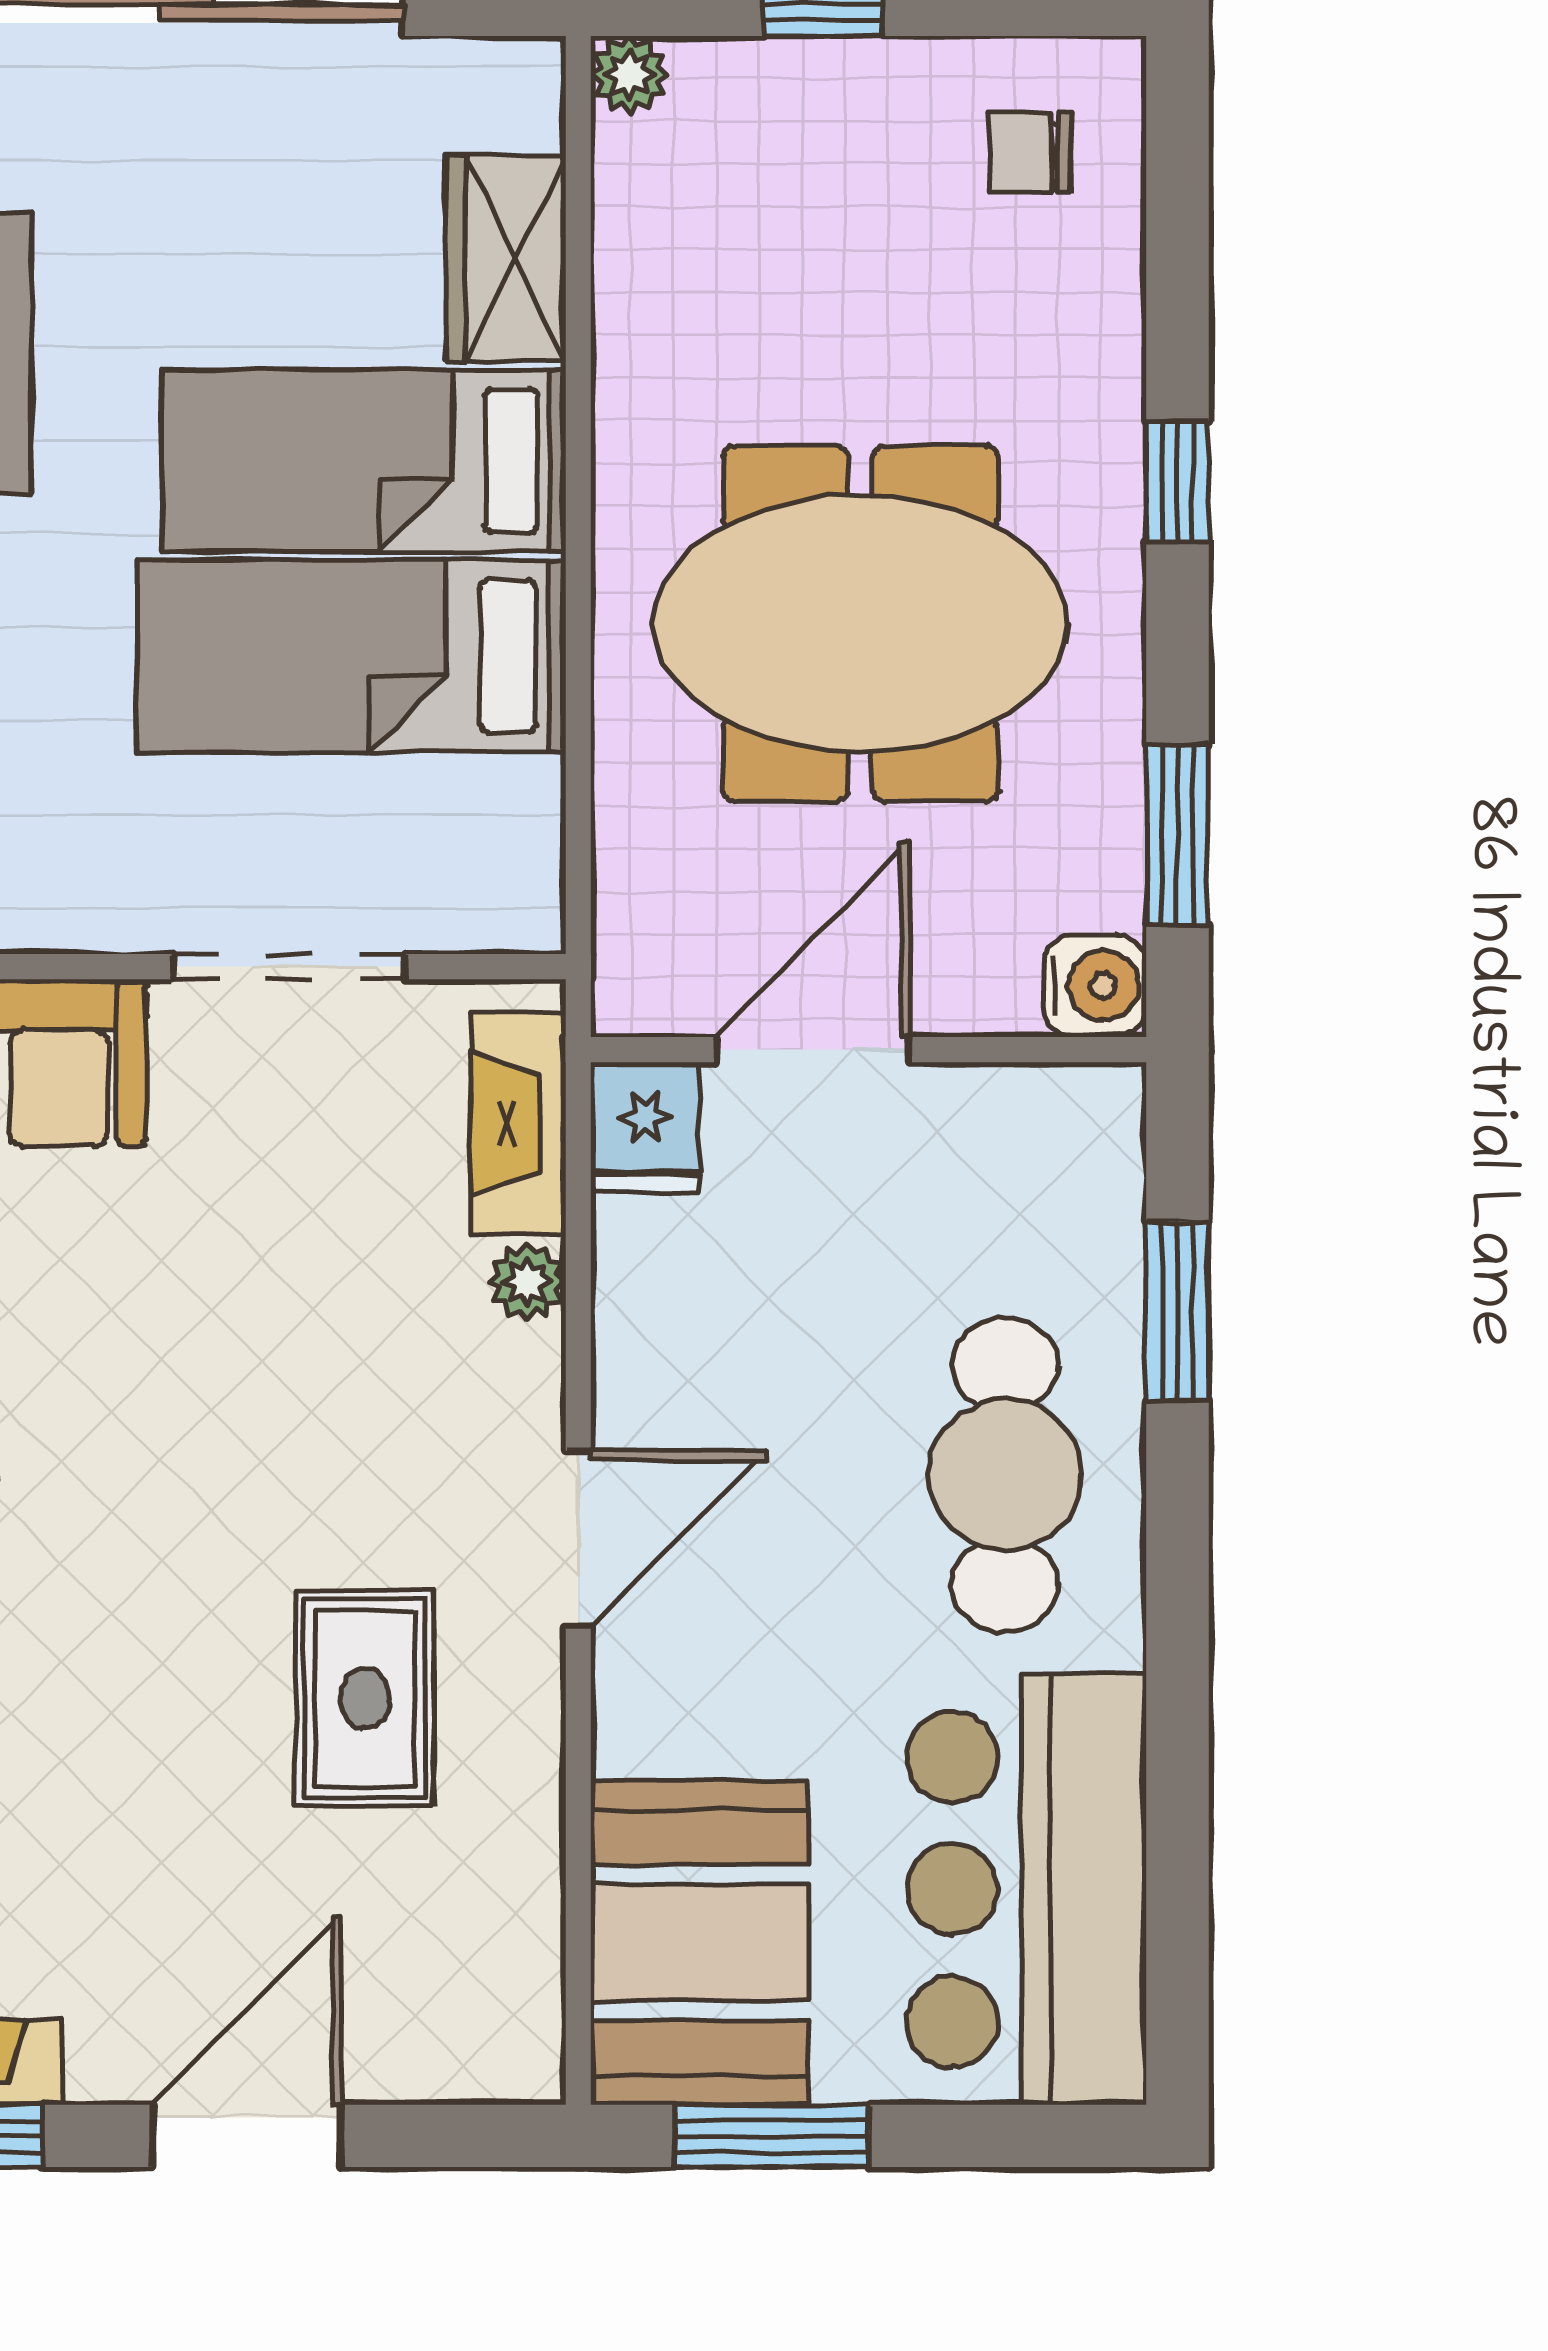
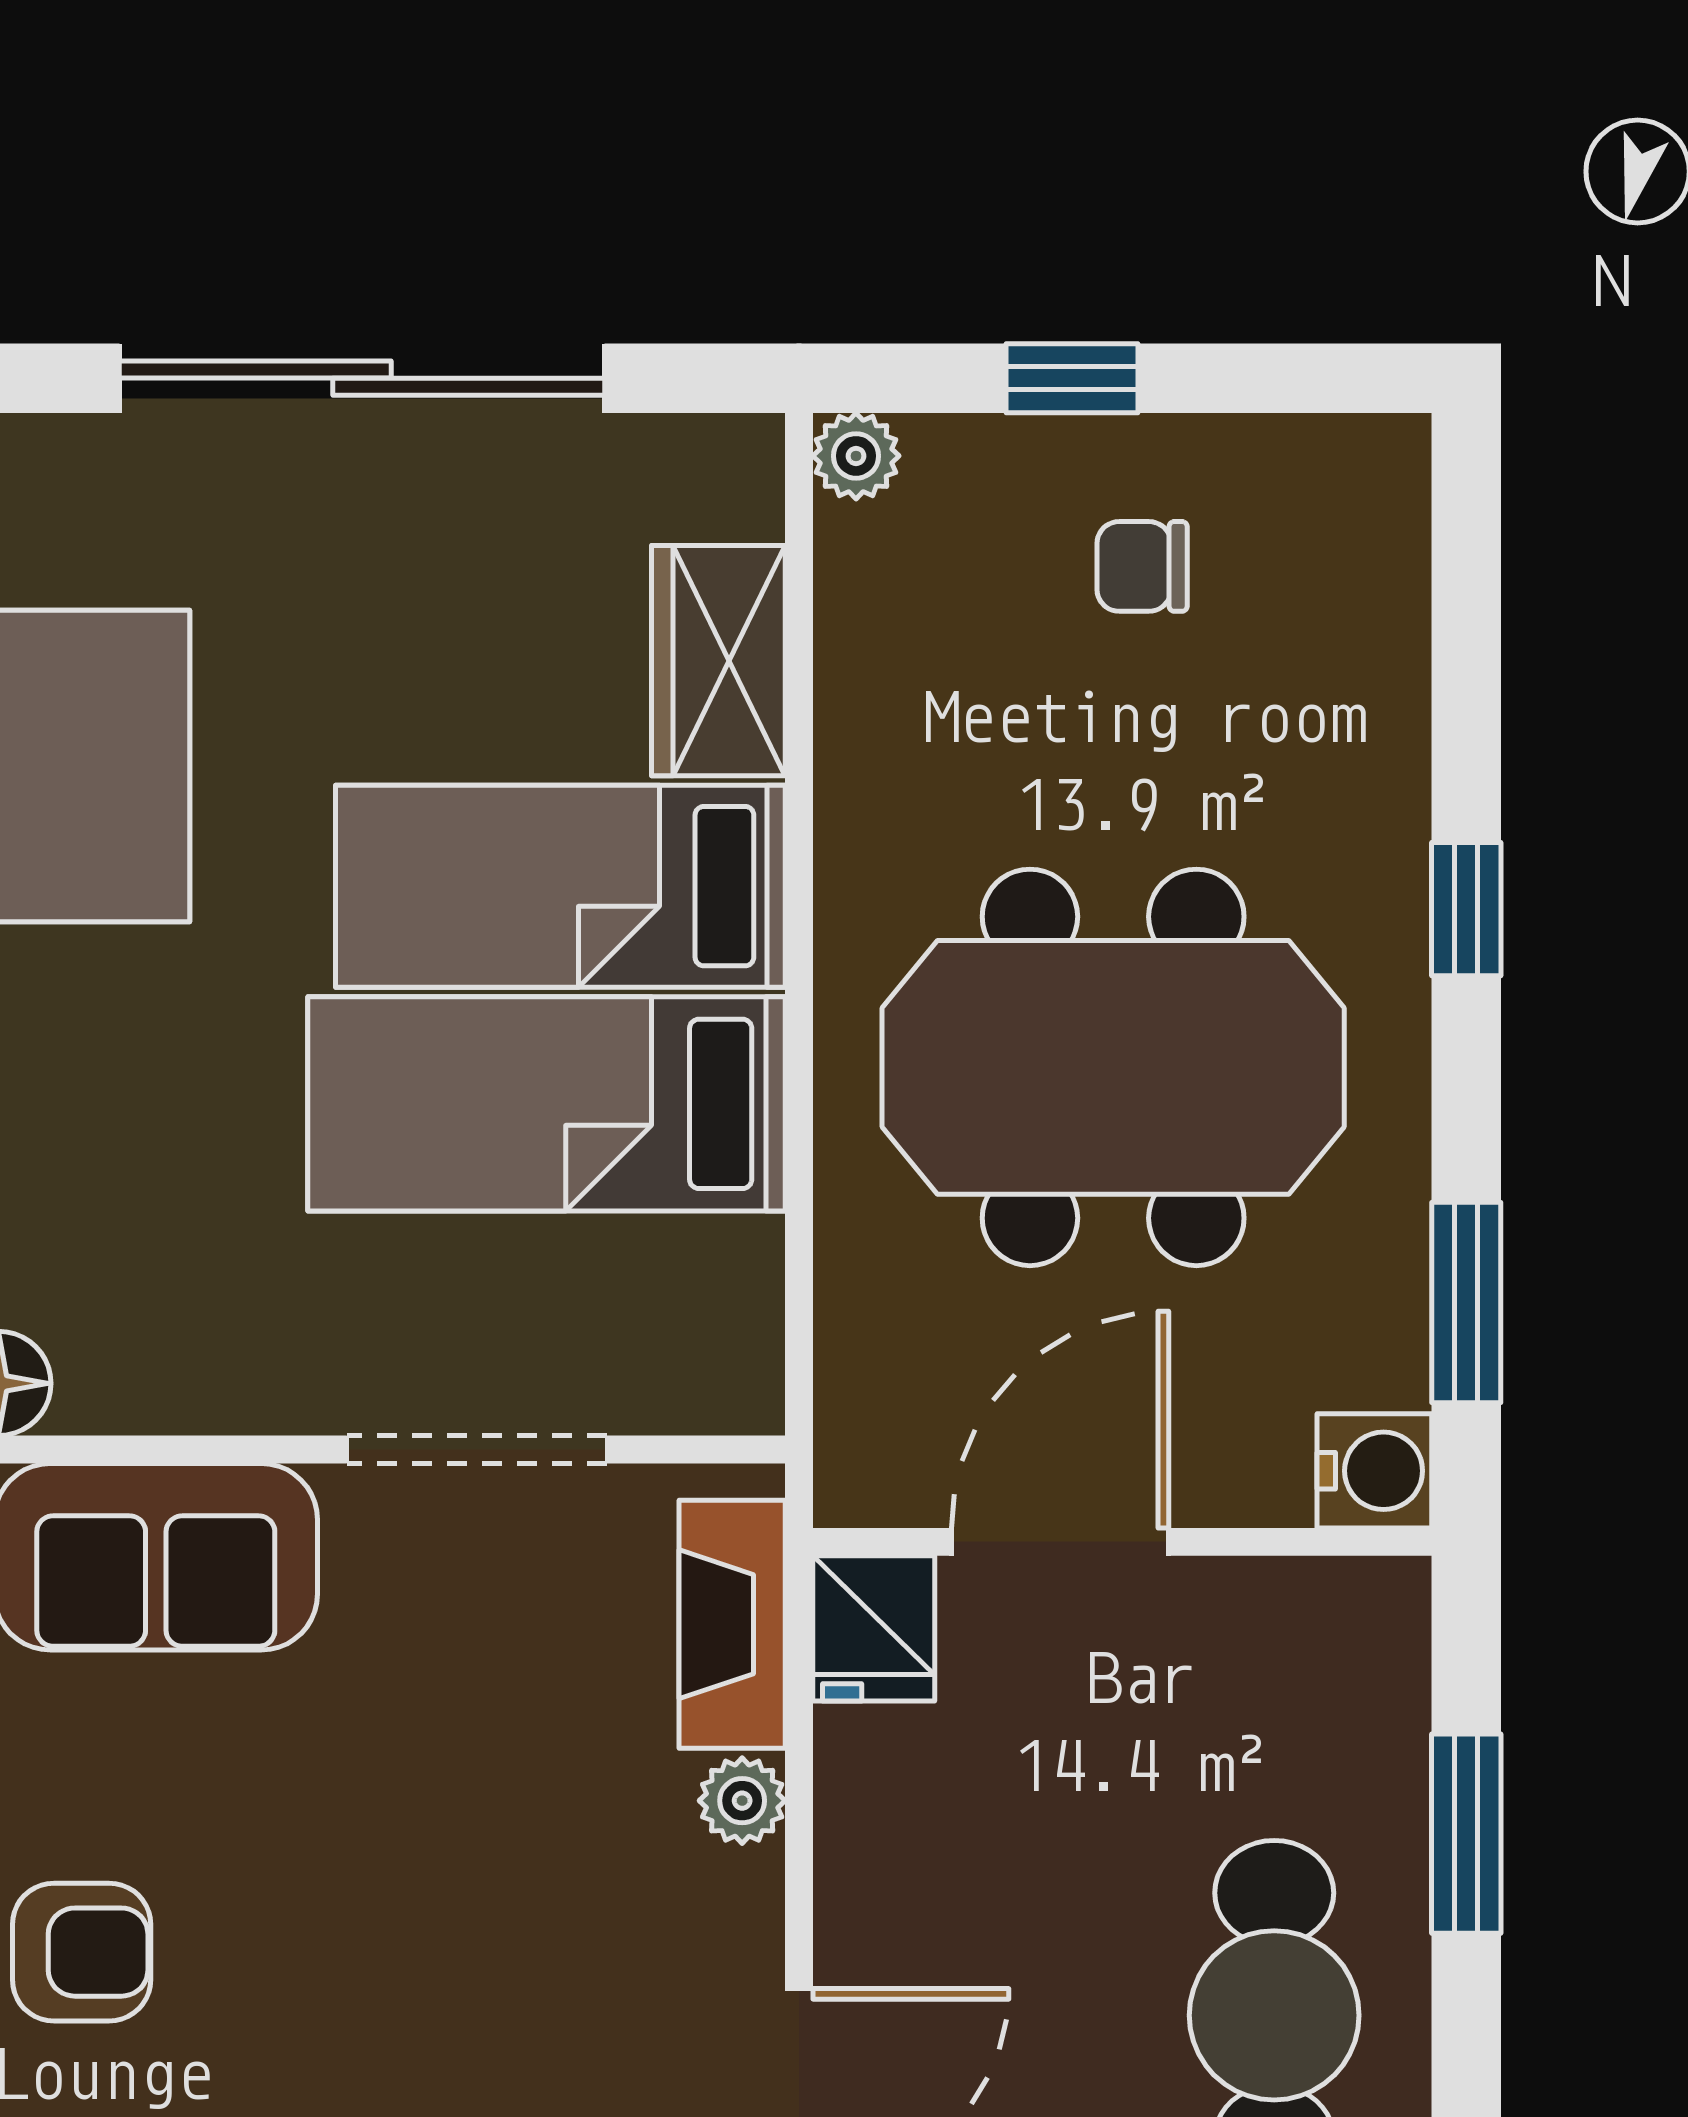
chair: (1030, 153) -> (1142, 566), moved

